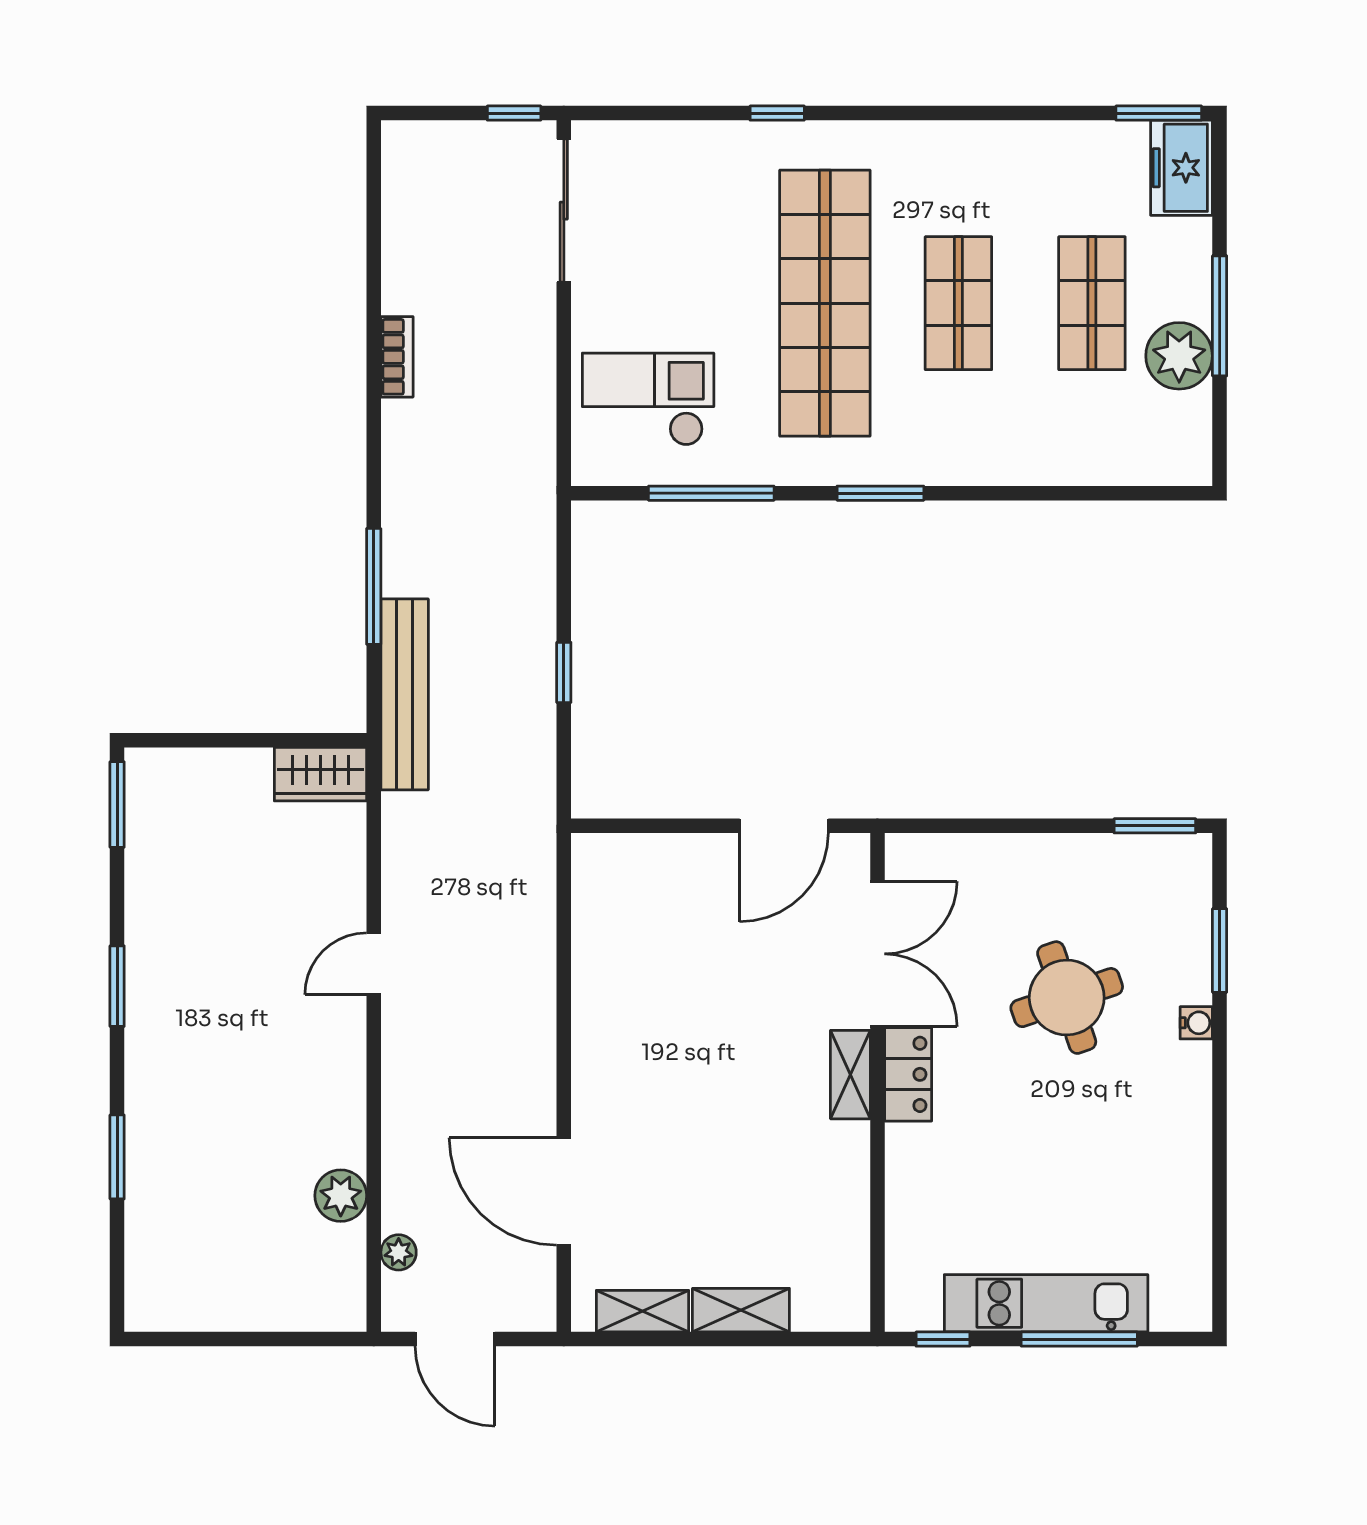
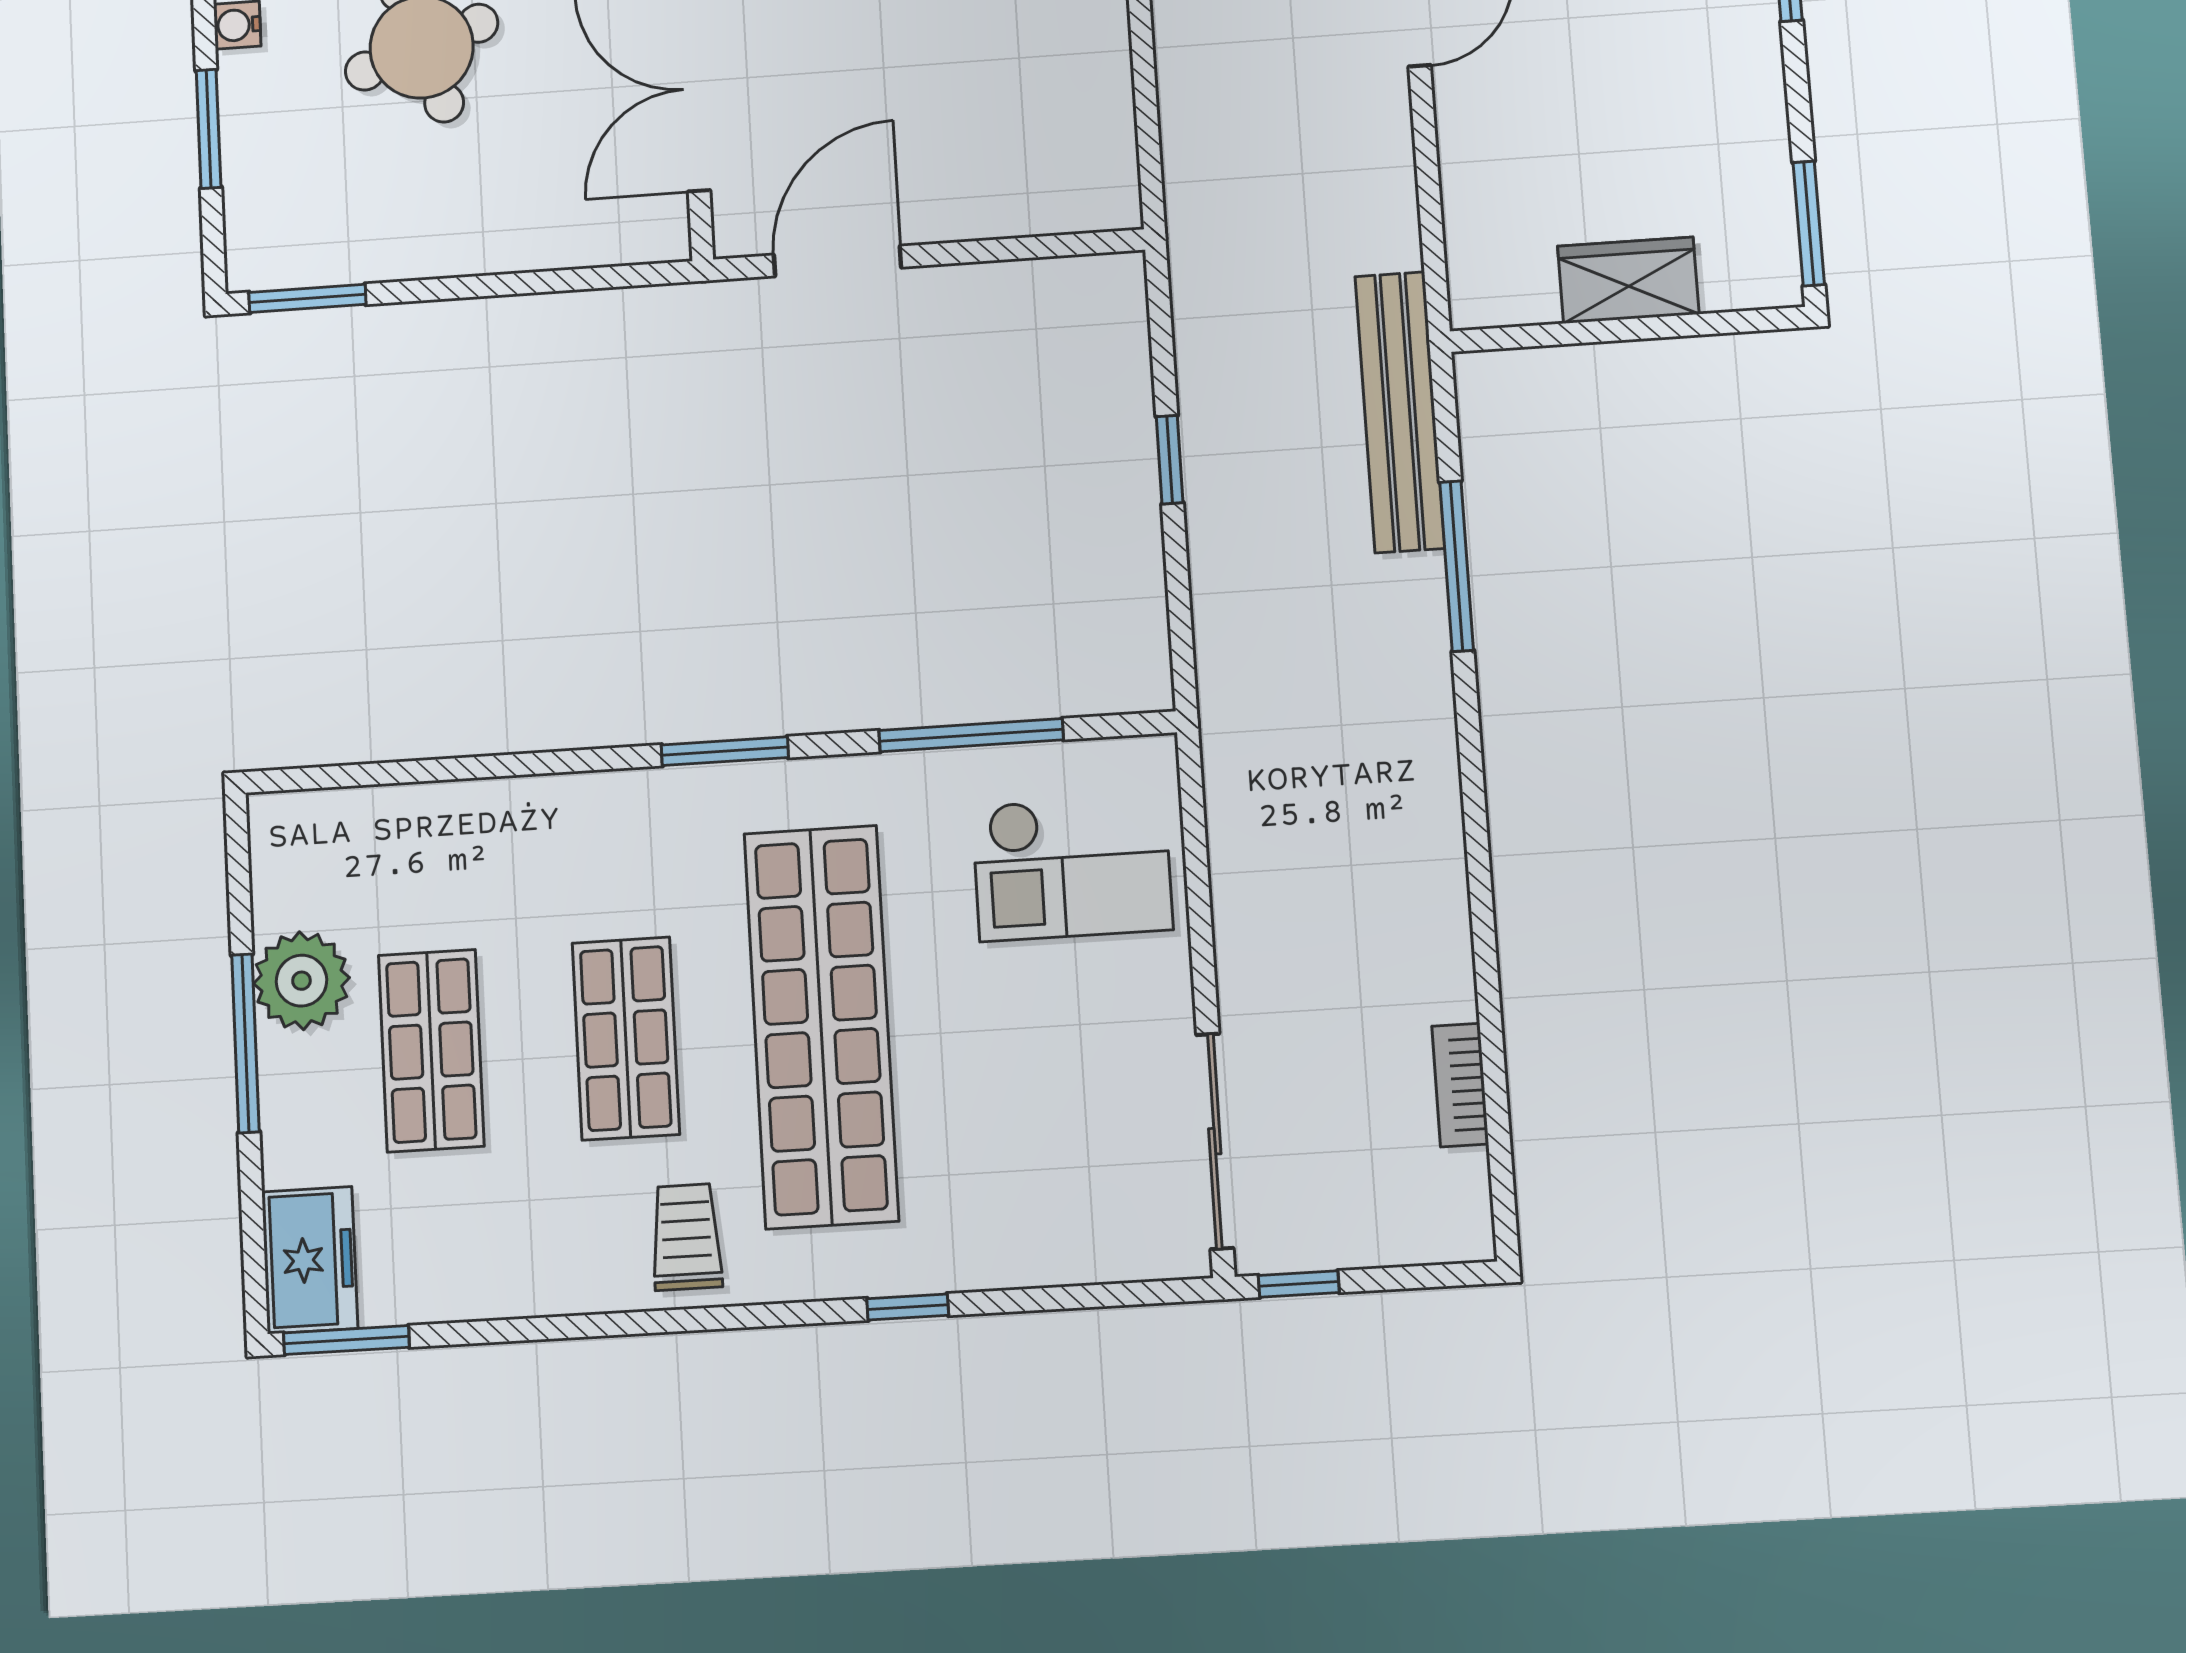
trolley: (924, 168) -> (686, 1237), added
bookcase: (397, 357) -> (1460, 1085), moved
wardrobe: (320, 774) -> (1628, 280), moved

